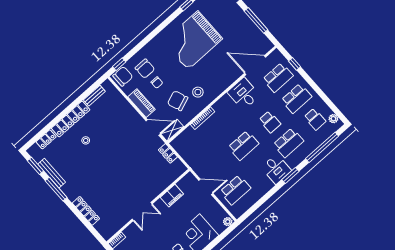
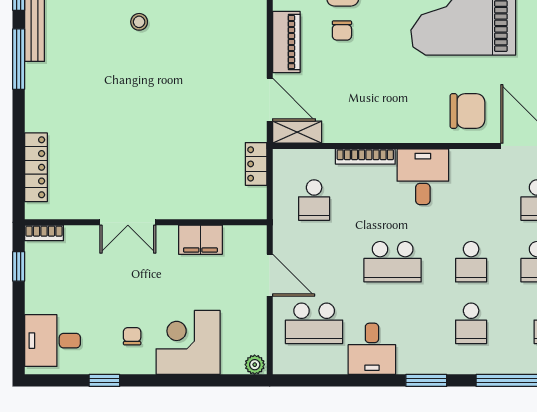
stool: (198, 92) -> (396, 107), removed
desk: (244, 94) -> (423, 177), moved
chair: (178, 101) -> (467, 111), moved, turned 111
school desk: (288, 143) -> (471, 323), width x0.54
school desk: (198, 148) -> (314, 200), added
desk: (276, 169) -> (372, 349), moved
locker: (86, 211) -> (36, 167), moved

